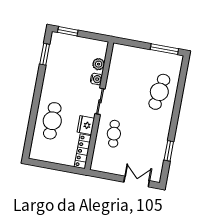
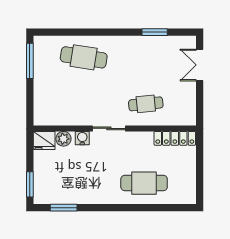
fridge: (86, 125) -> (44, 140), moved

